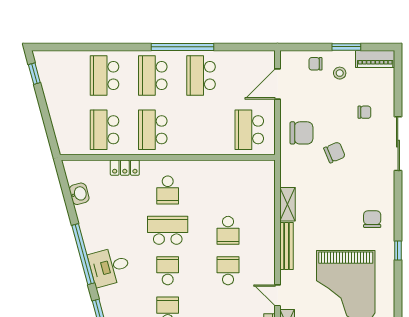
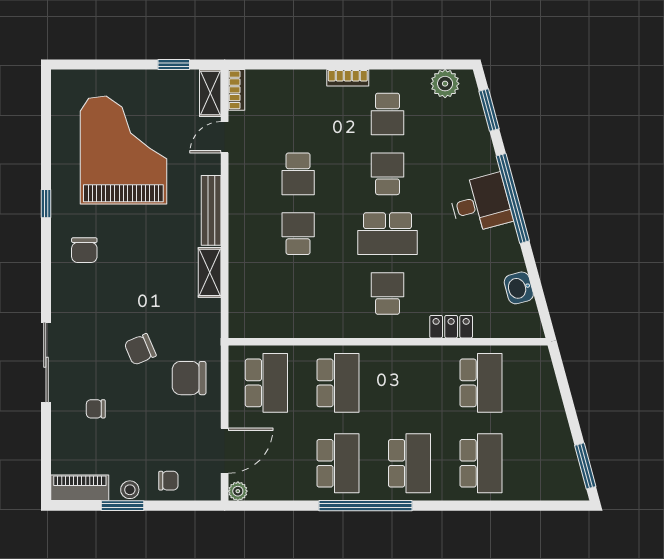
plant: (269, 57) -> (238, 491), added
stool: (340, 73) -> (130, 490), moved
window: (34, 74) -> (585, 466), width x1.50
school desk: (153, 130) -> (338, 383), moved
desk: (109, 267) -> (480, 203), moved
school desk: (168, 271) -> (387, 174), turned 180
door: (278, 295) -> (225, 137), swing flipped

